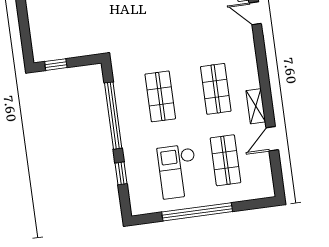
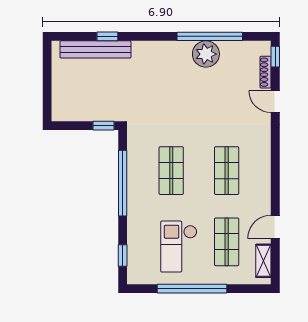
window: (56, 65) -> (104, 126), moved
shelving: (256, 106) -> (263, 261), moved
window: (121, 173) -> (123, 256), moved

